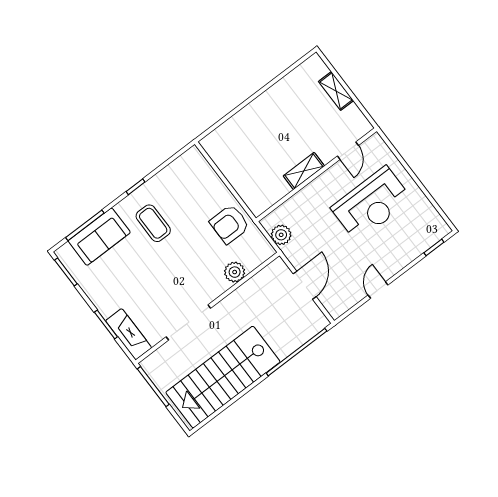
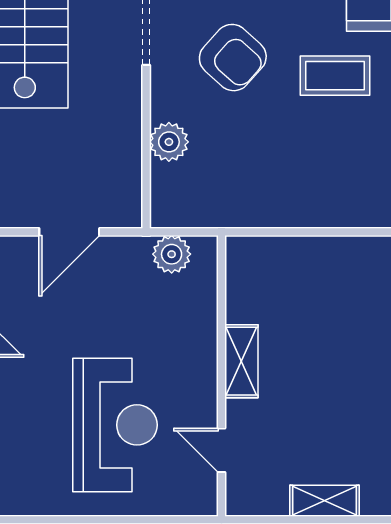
reception desk: (371, 204) -> (115, 425), turned 180
armchair: (230, 224) -> (233, 58), moved, turned 132
door: (305, 285) -> (69, 232), hinge flipped

